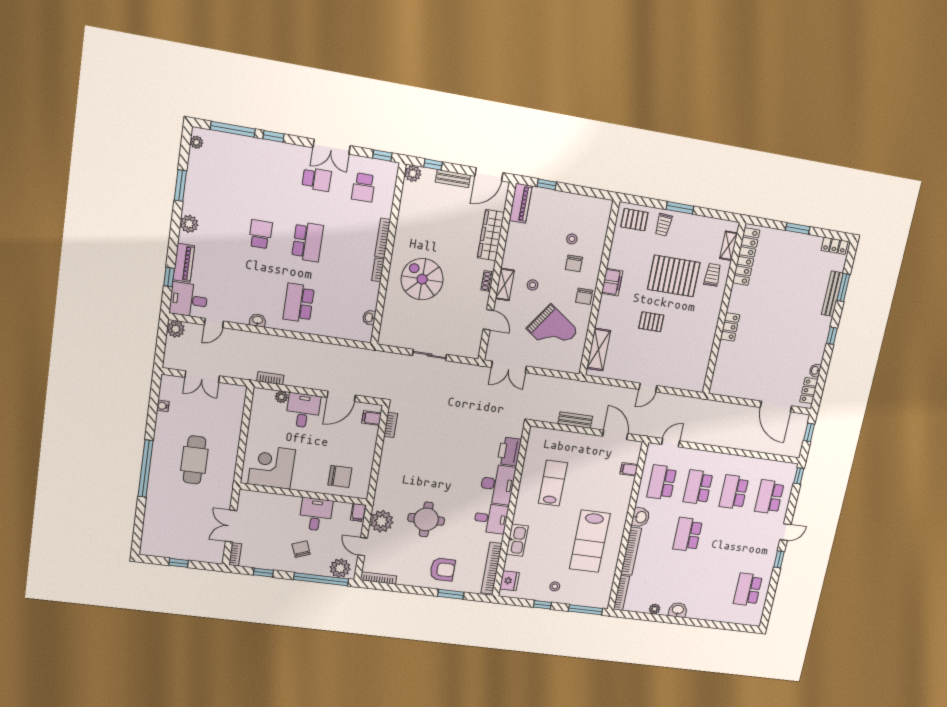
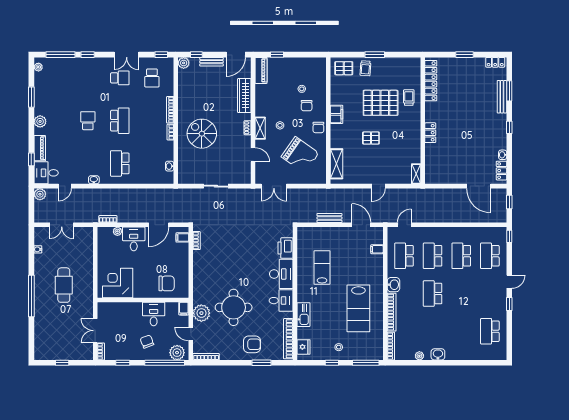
shelving: (729, 246) -> (416, 174), moved
round table: (426, 519) -> (234, 307), width x1.36, depth x1.36

